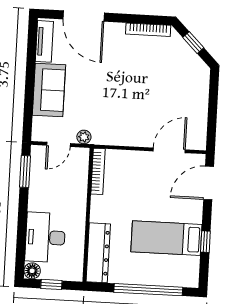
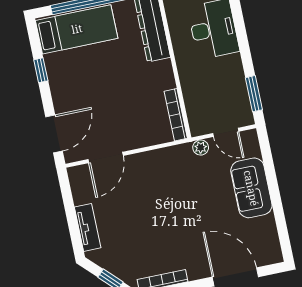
tv unit: (44, 41) -> (88, 227), moved, turned 180
door: (59, 144) -> (226, 132), swing flipped
bed: (166, 238) -> (77, 29), moved

